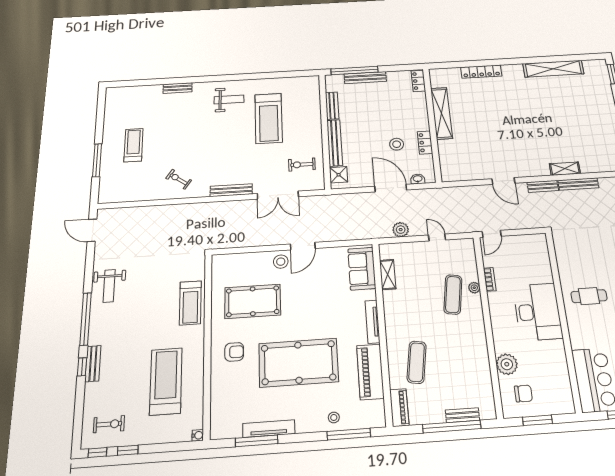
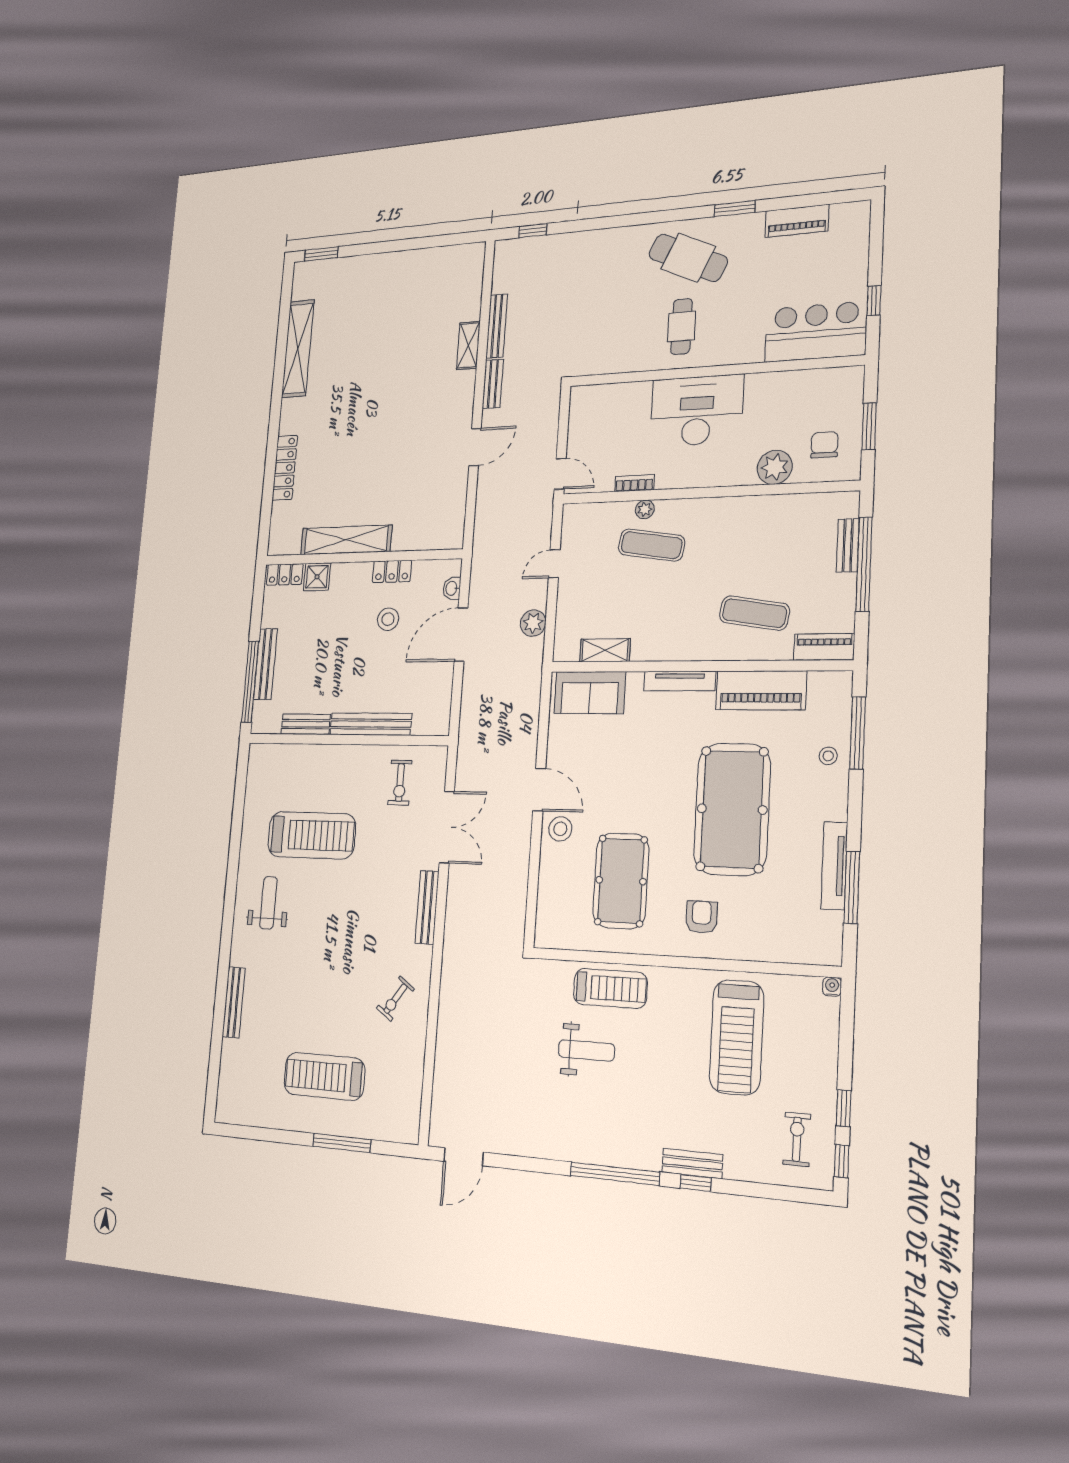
bench: (178, 88) -> (234, 1002), width x1.36
treadmill: (134, 145) -> (324, 1076), width x1.37, depth x1.38
shower: (339, 175) -> (317, 577), moved
weight bench: (109, 286) -> (586, 1050), moved
treadmill: (166, 381) -> (737, 1037), turned -90

